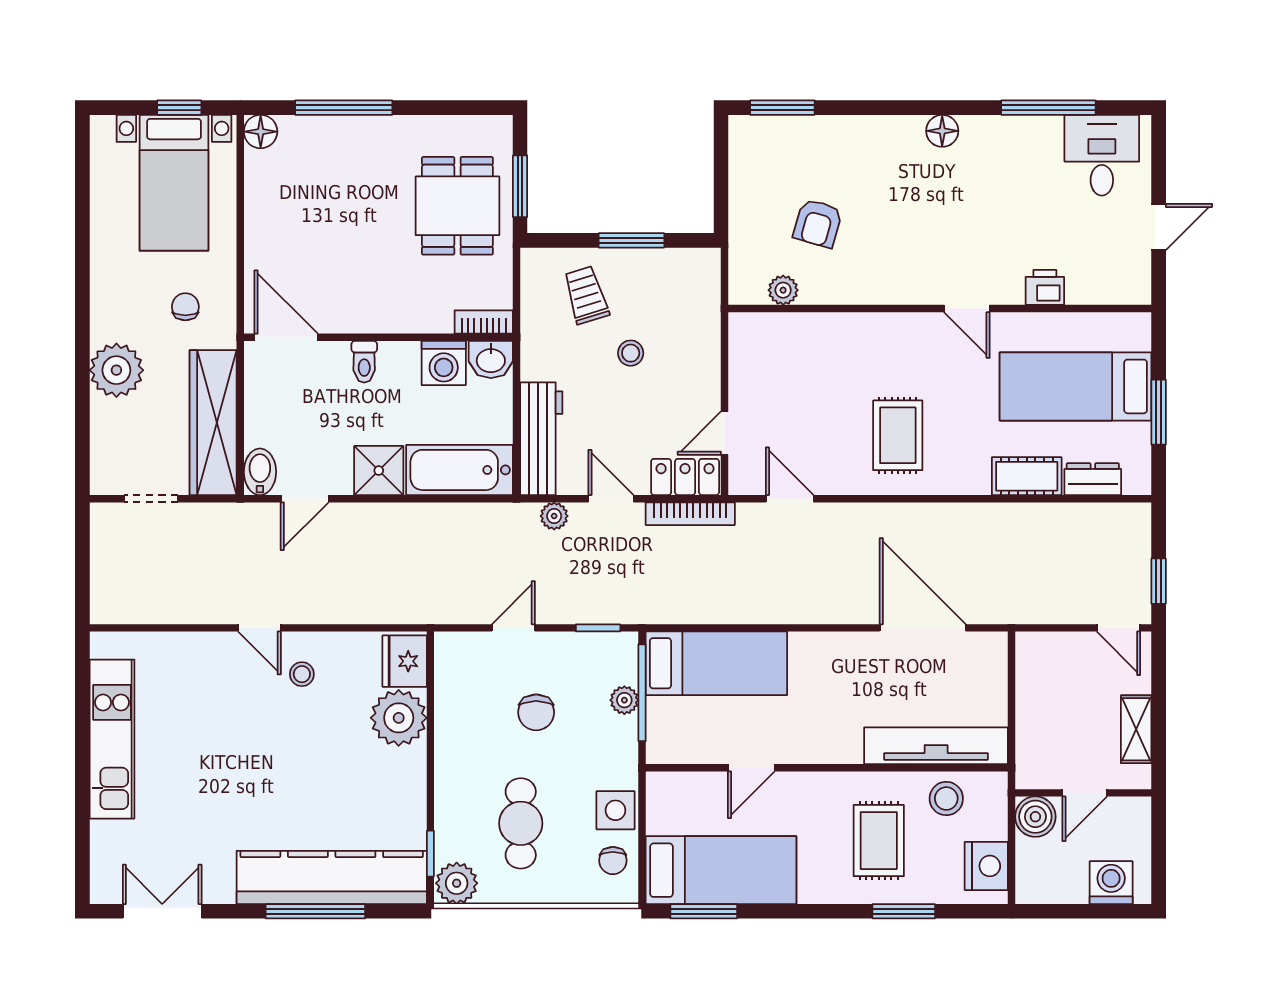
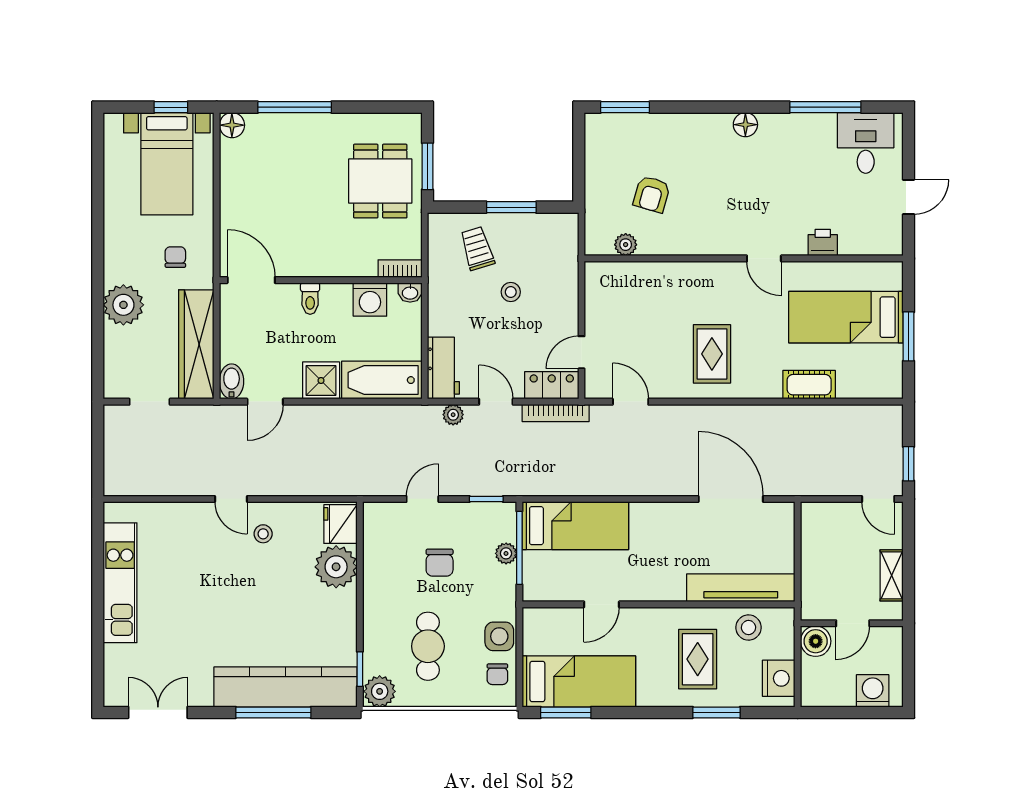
washbasin: (491, 360) -> (410, 292), width x0.72, depth x0.69
workbench: (541, 439) -> (443, 368), width x0.73
dresser: (1093, 479) -> (859, 387), removed

